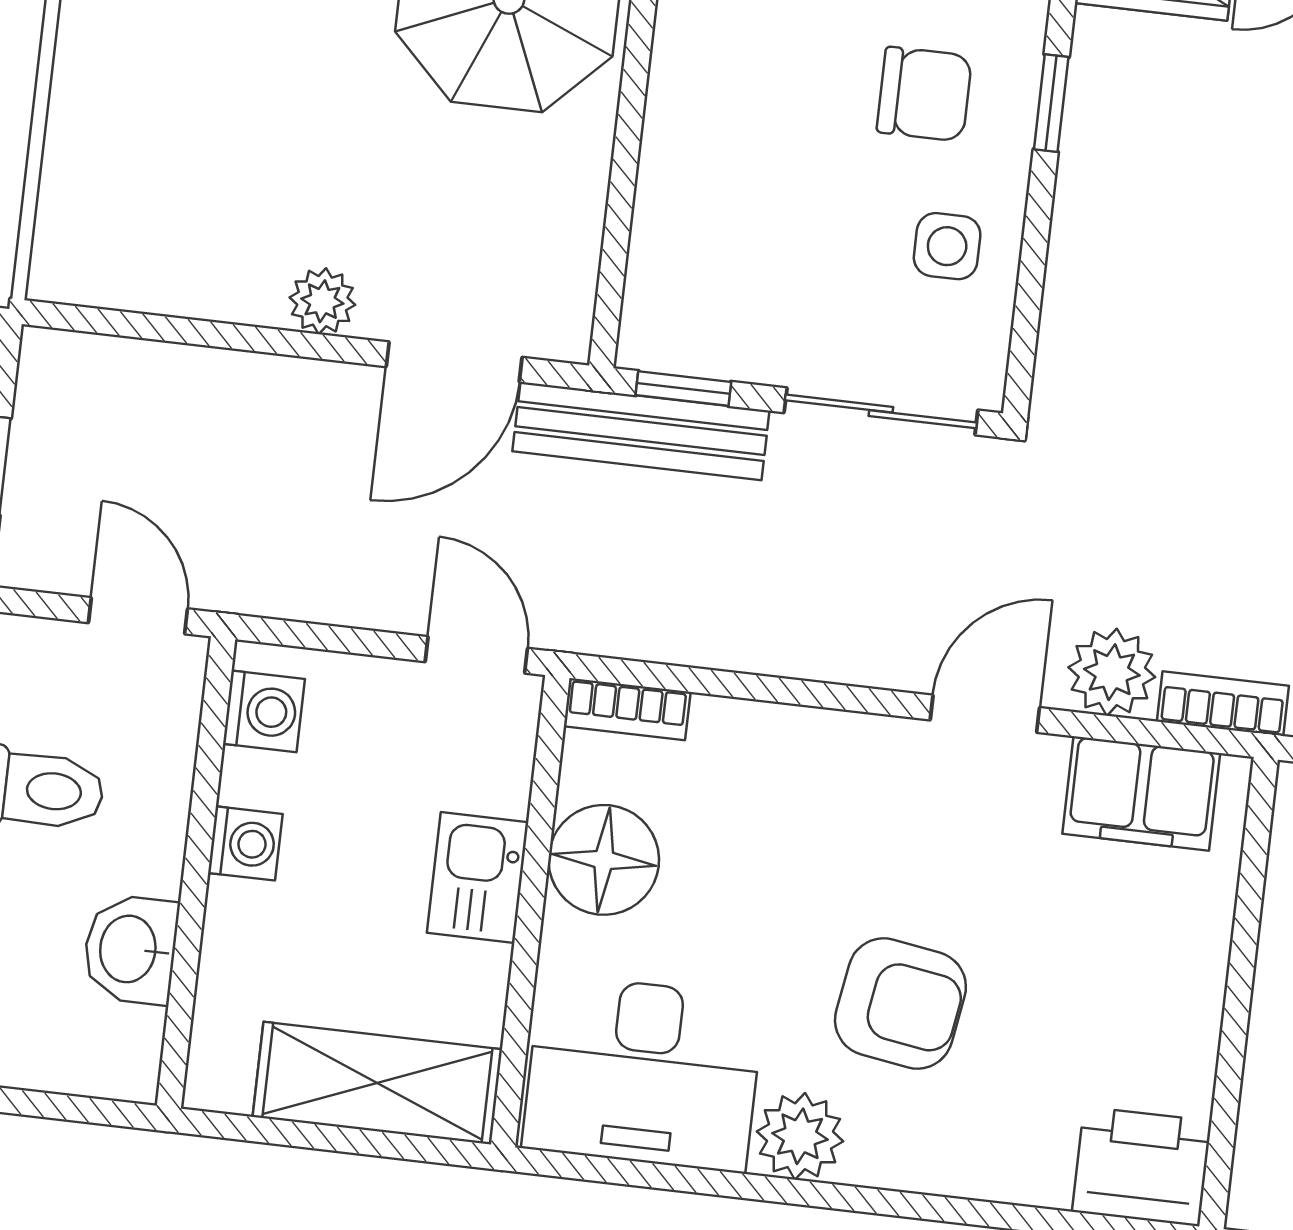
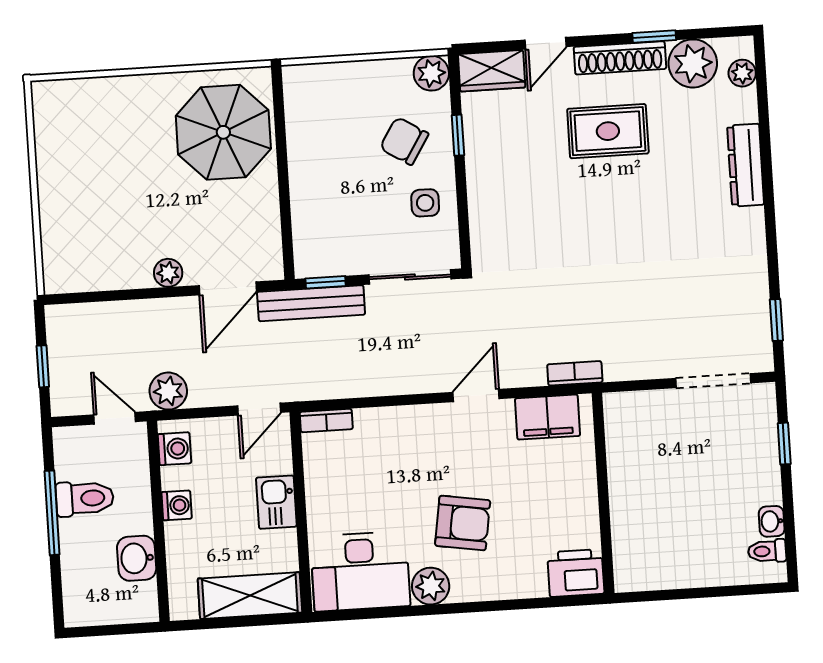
chair: (924, 94) -> (404, 141), turned -148
door: (476, 655) -> (259, 409), swing flipped
plant: (1112, 672) -> (168, 391), moved
floor lamp: (604, 860) -> (328, 485), removed

